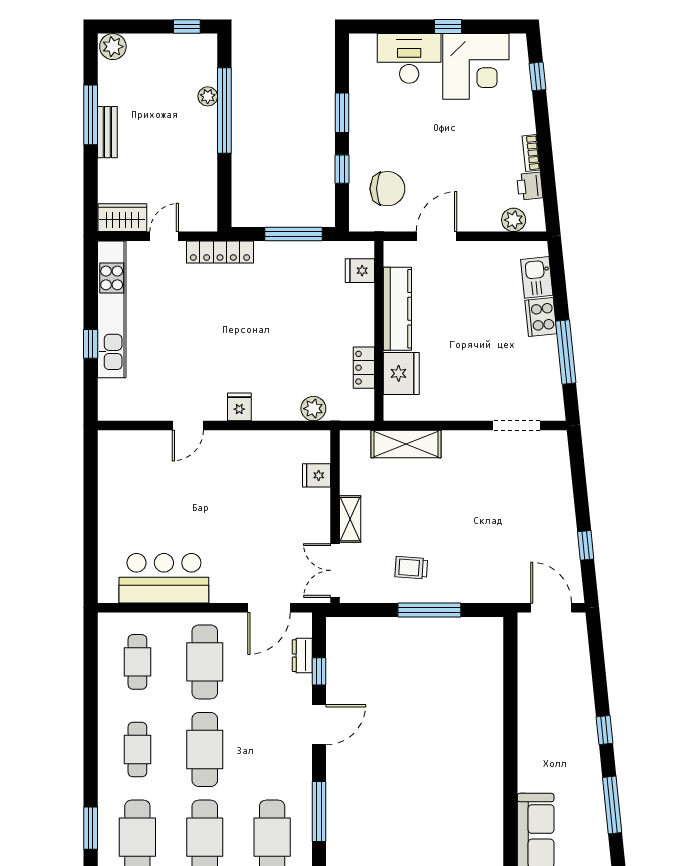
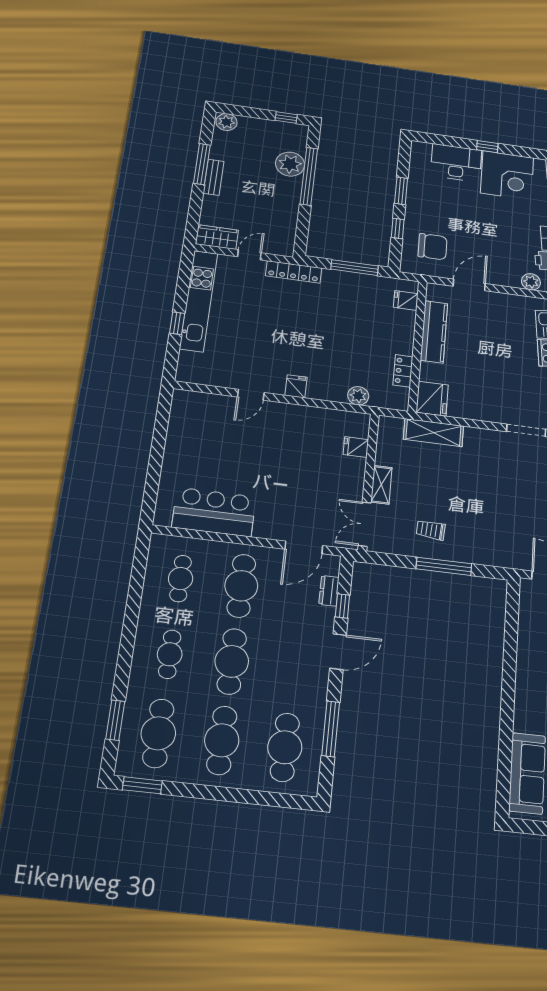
plant: (208, 96) -> (290, 164), width x1.88, depth x1.88
fridge: (401, 373) -> (432, 399), moved

